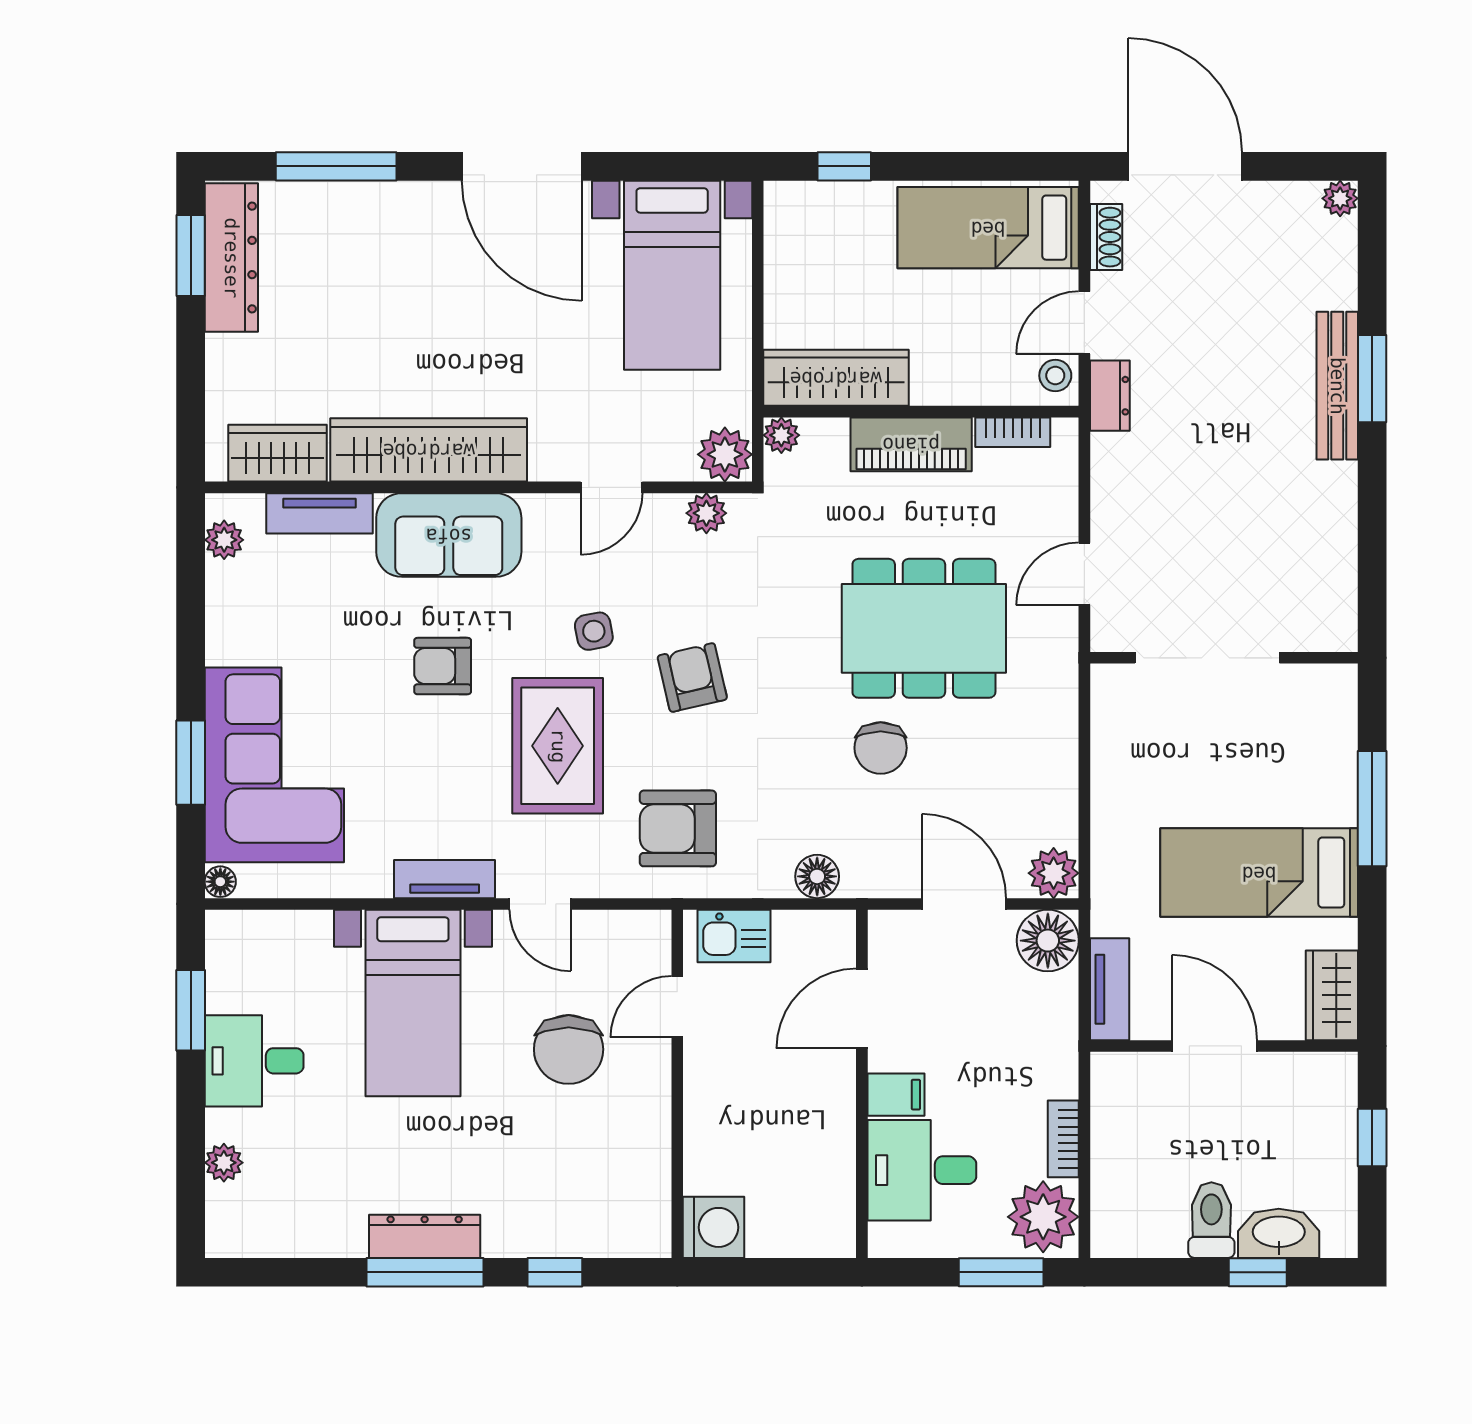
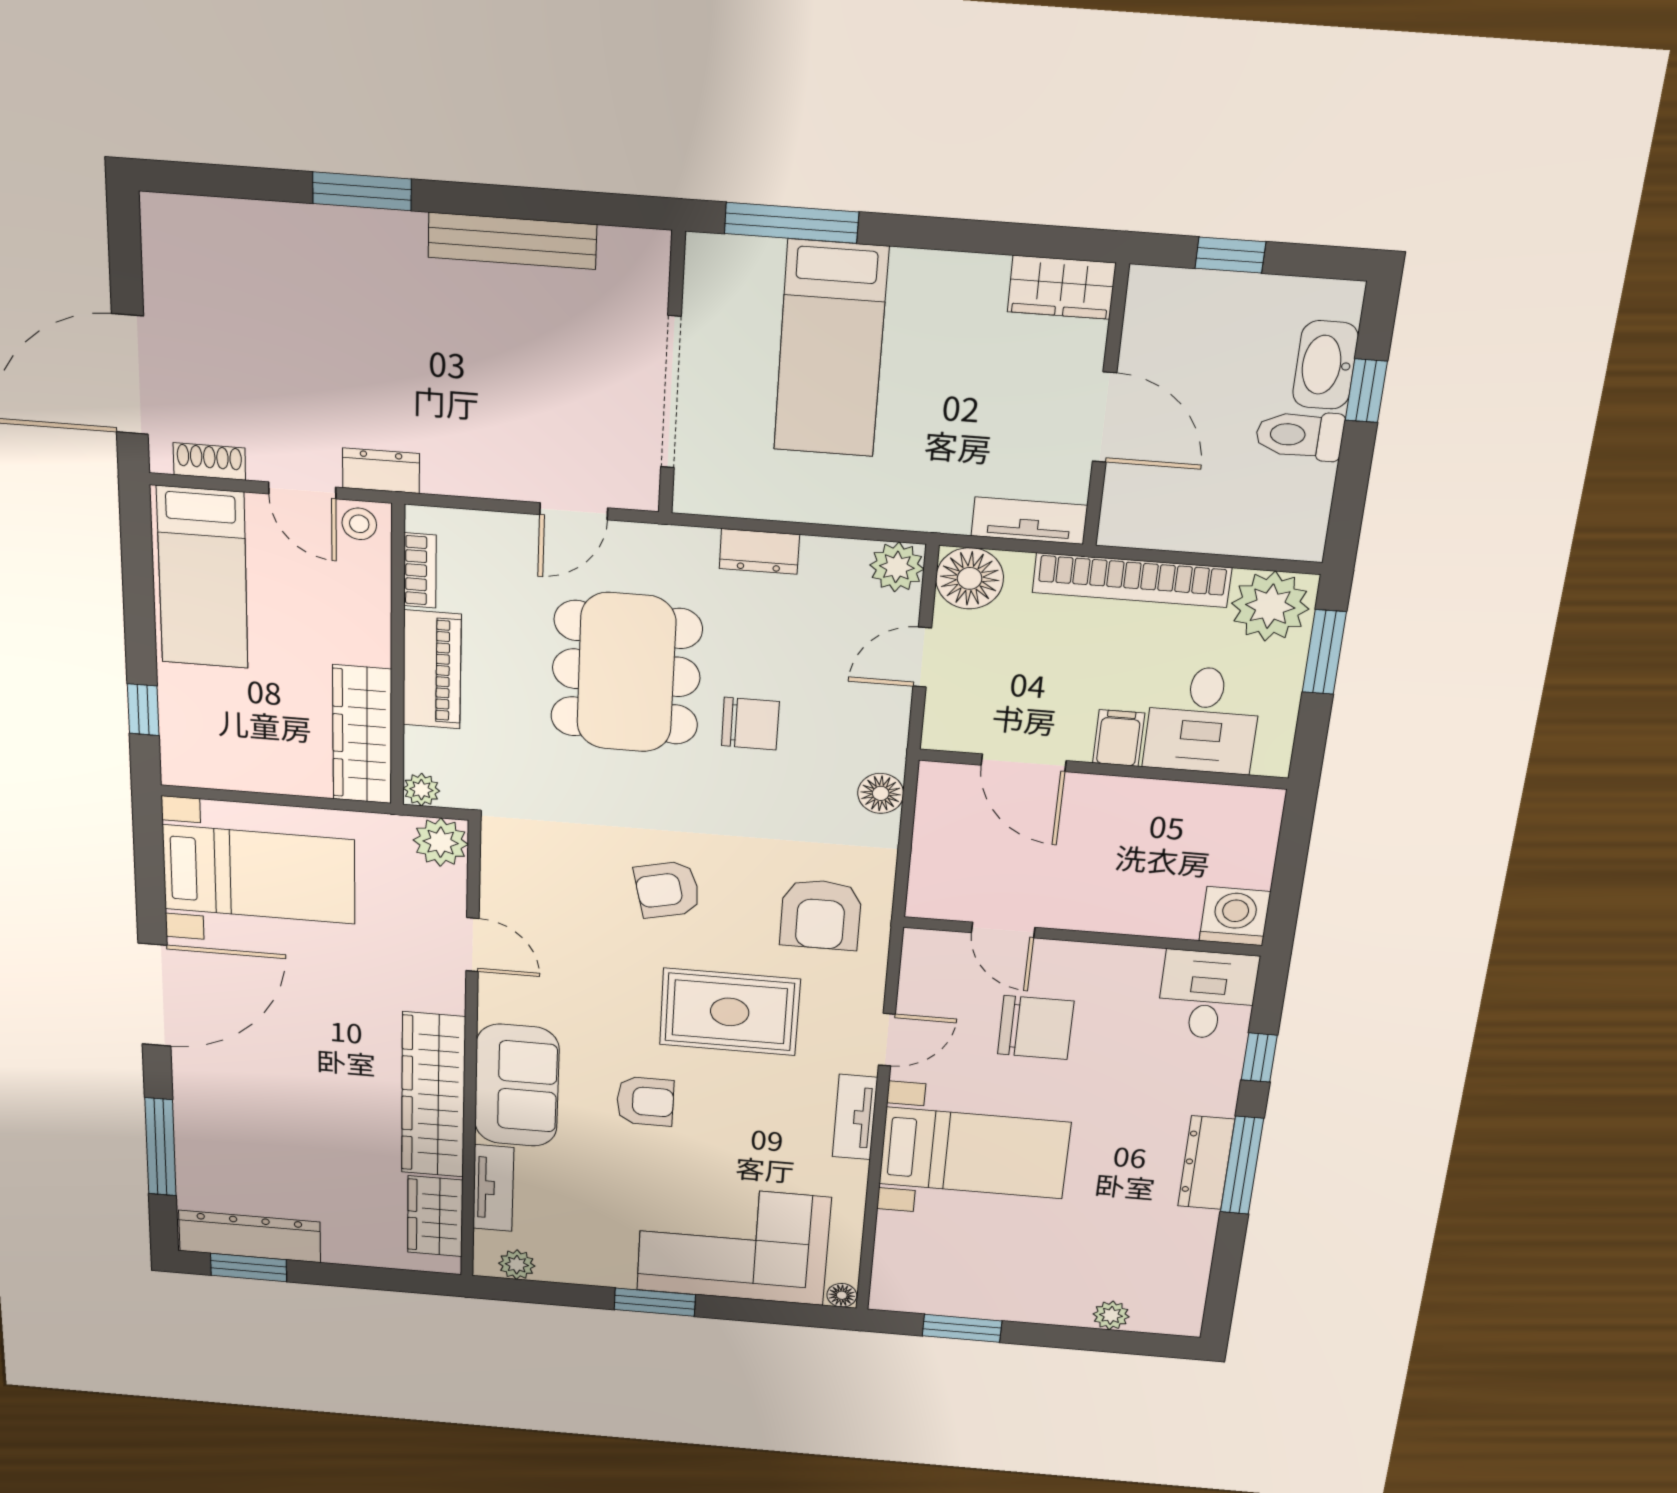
plant: (1340, 198) -> (159, 212), removed
bench: (1337, 386) -> (512, 241), moved
plant: (706, 513) -> (500, 864), removed
door: (1084, 574) -> (574, 511), hinge flipped
side table: (594, 631) -> (616, 972), removed
armchair: (443, 666) -> (645, 1101), turned -90
dresser: (1058, 746) -> (759, 551), added
window: (191, 763) -> (655, 1302), moved
window: (1372, 809) -> (791, 223), moved
bed: (1259, 873) -> (831, 349), moved
door: (964, 904) -> (922, 657), width x0.73
kitchen sink: (734, 936) -> (936, 874), removed
door: (1215, 1046) -> (1105, 417), swing flipped
desk: (254, 1061) -> (1207, 995), moved, turned 180
bookcase: (1063, 1139) -> (1132, 580), width x2.31, depth x1.31

